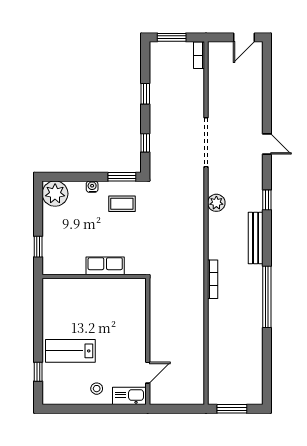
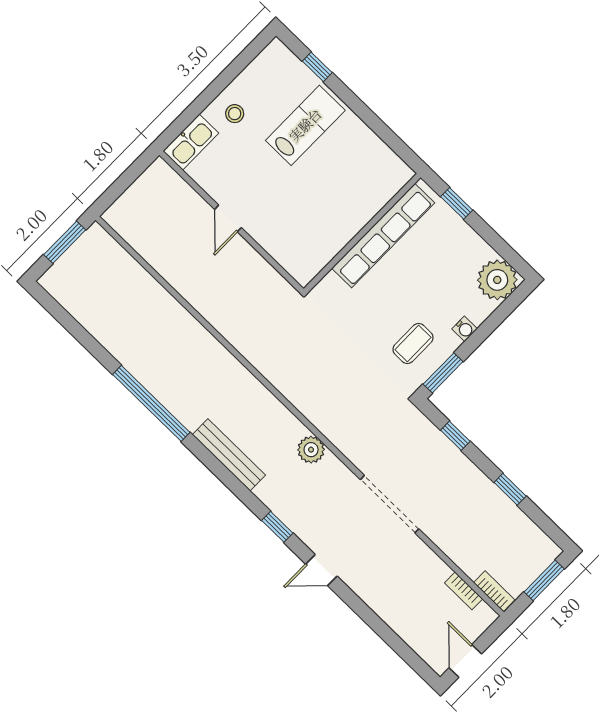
window: (267, 200) -> (277, 527), moved
row of seats: (105, 266) -> (383, 236), width x2.02
bookcase: (213, 279) -> (464, 591), moved, width x0.64
door: (148, 373) -> (228, 218), moved

